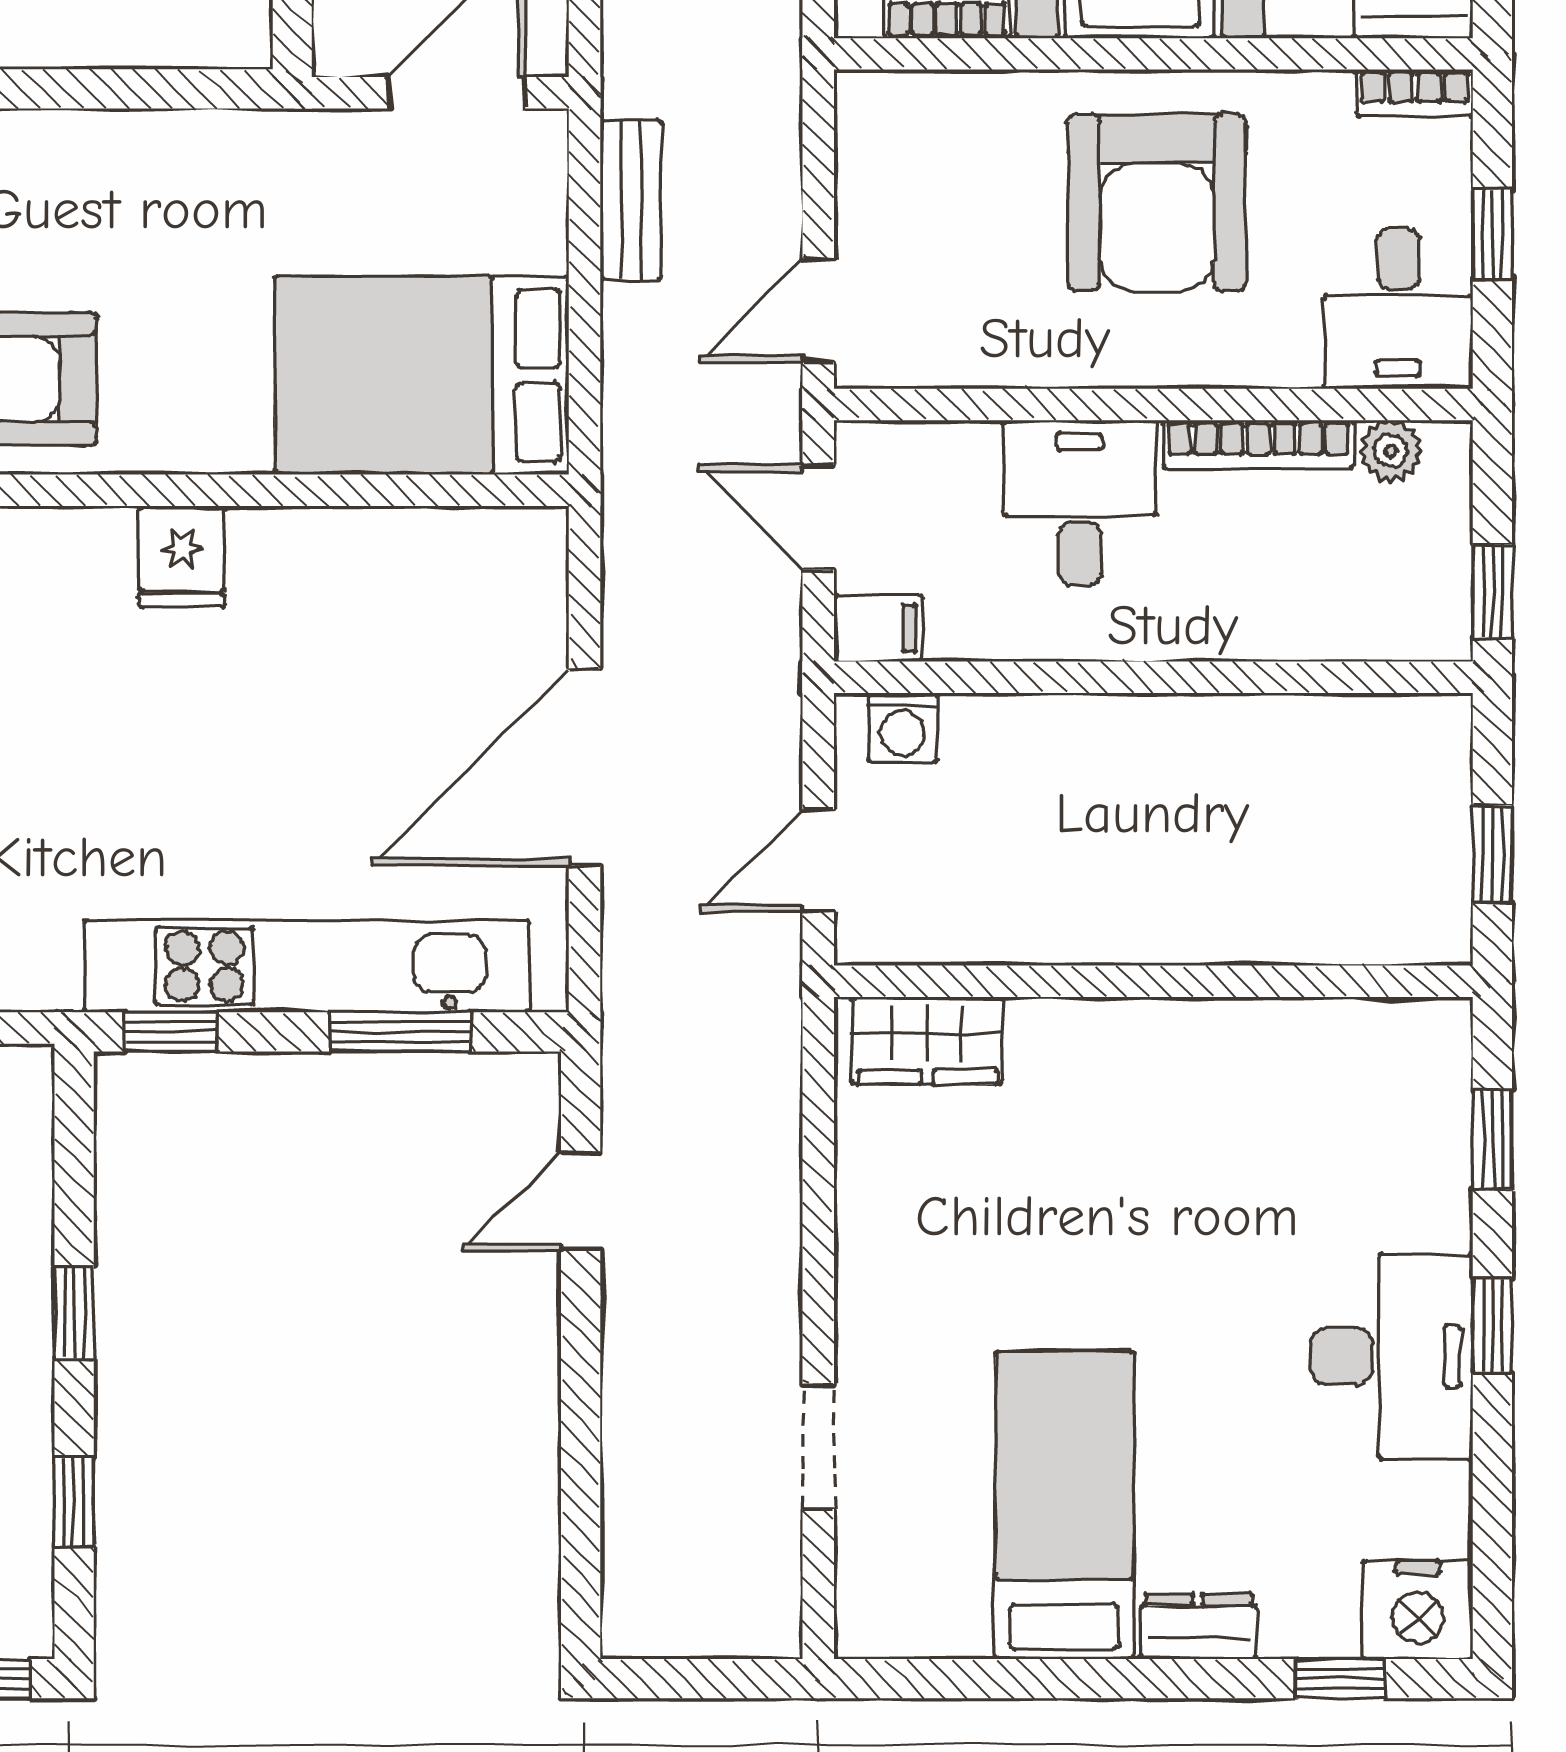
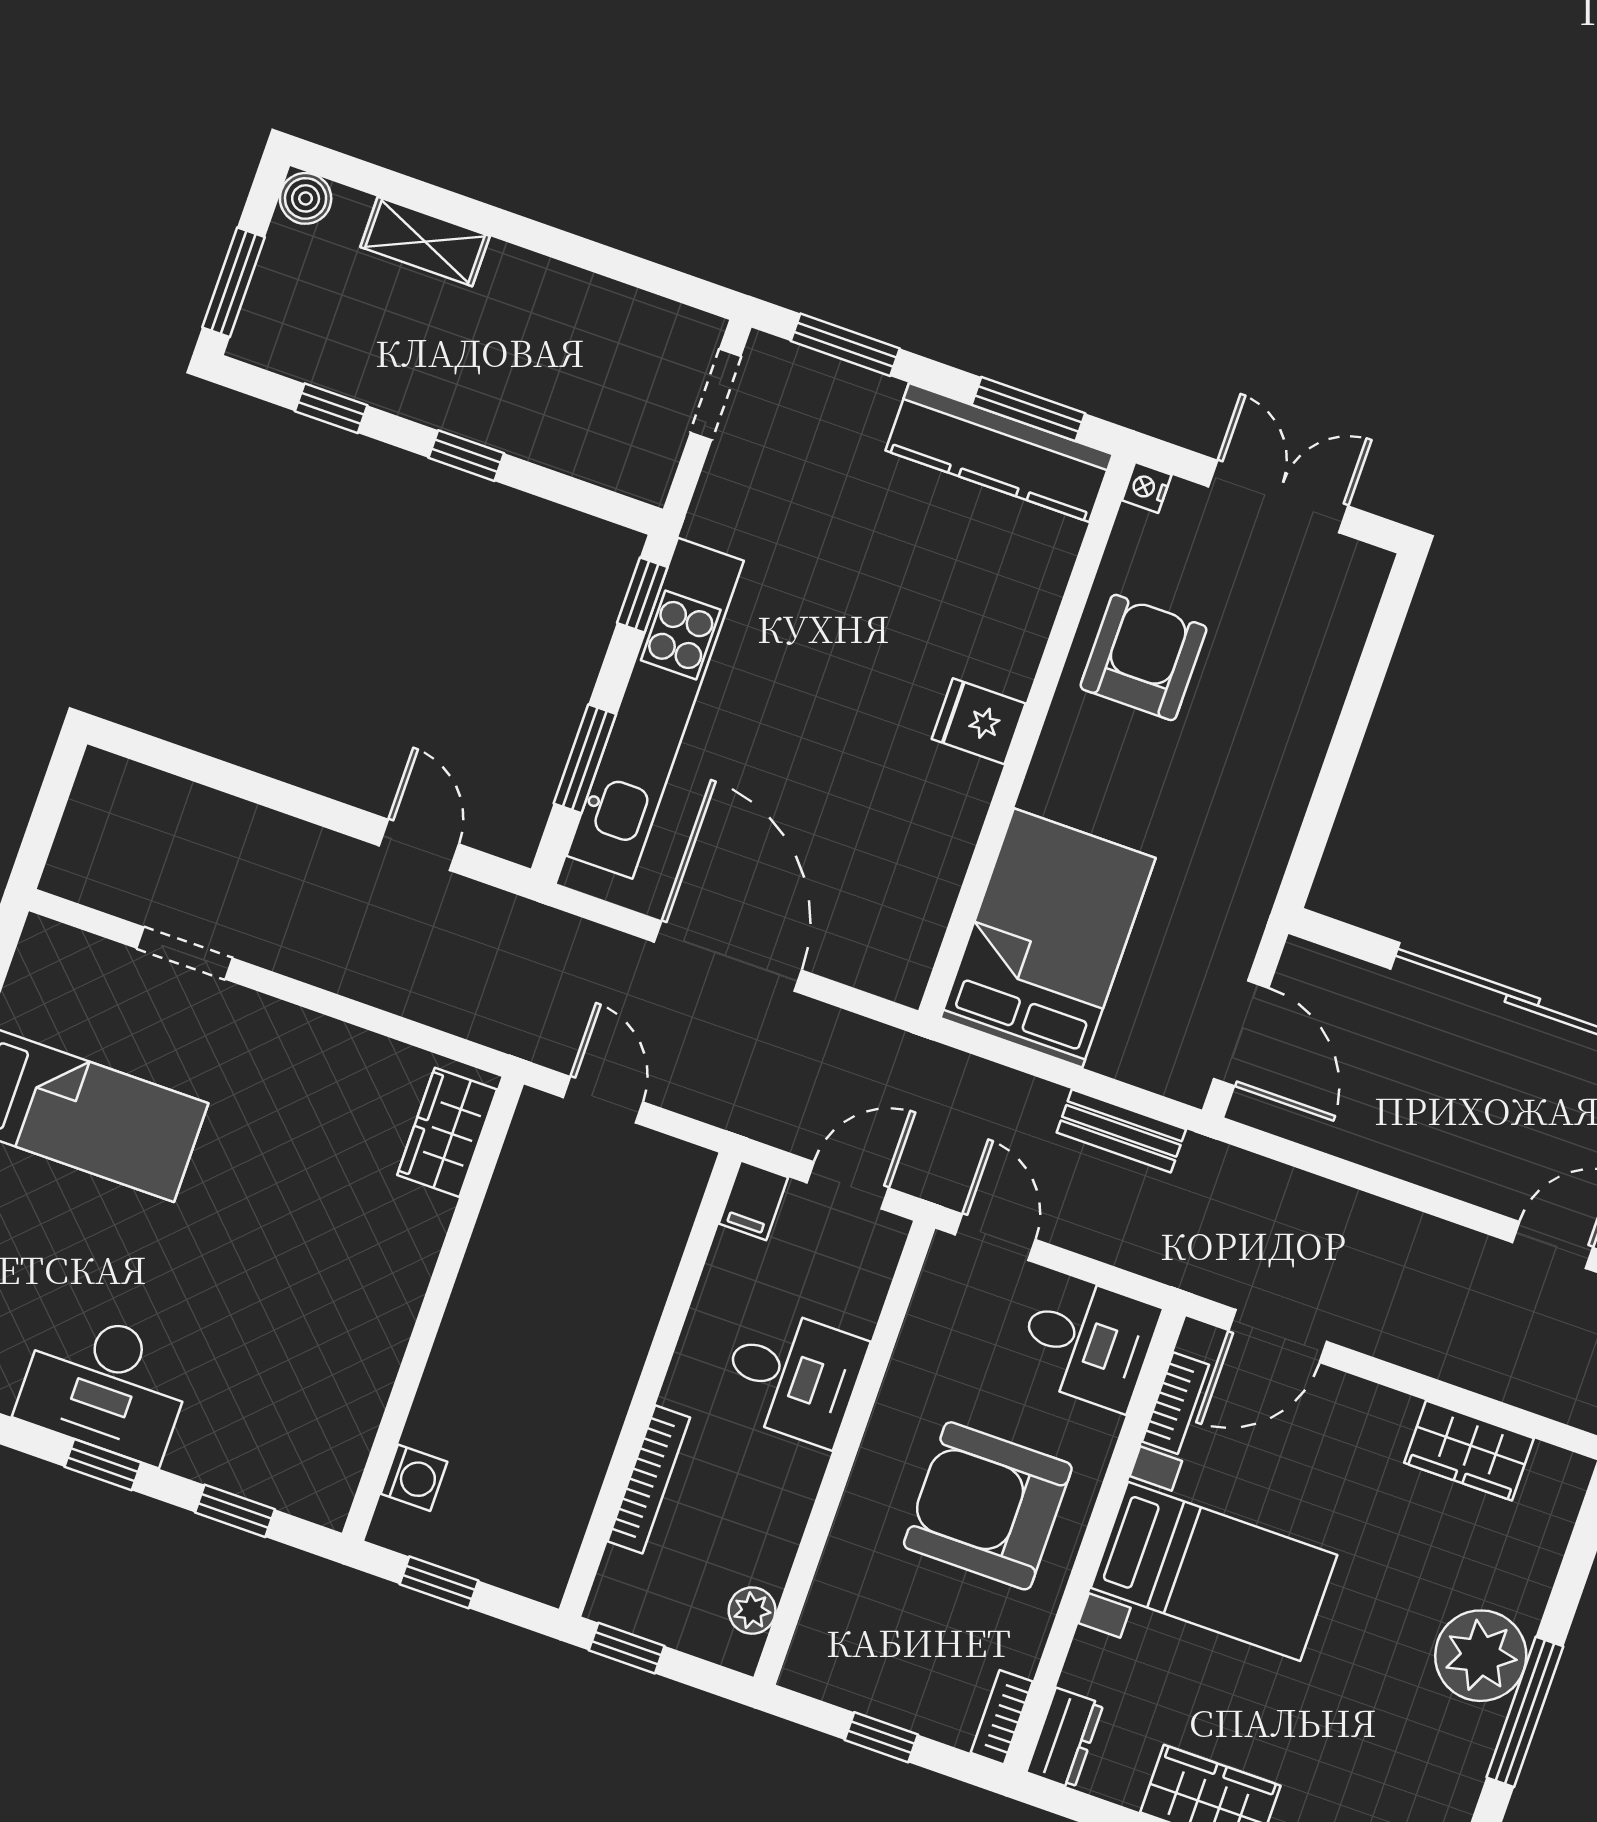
desk: (1398, 308) -> (1087, 1342), moved, turned 180
bookcase: (1258, 445) -> (649, 1479), moved, turned 180
washing machine: (902, 728) -> (414, 1478), moved, turned 180

